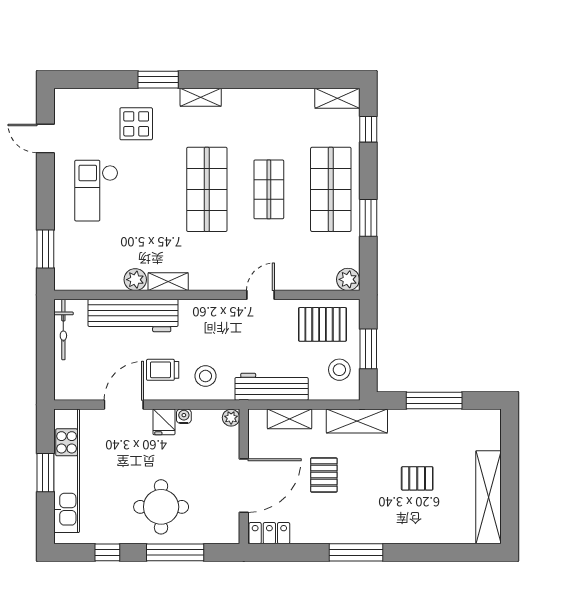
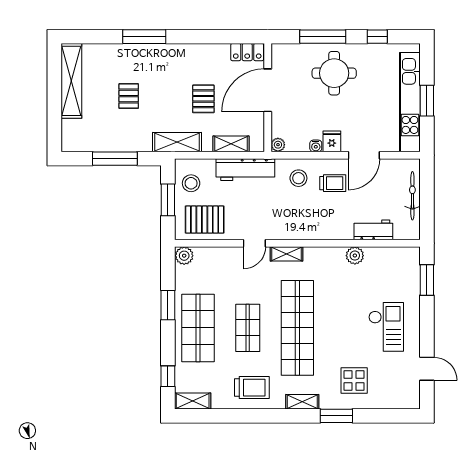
trolley: (264, 115) -> (252, 388), added
shop shelf: (207, 189) -> (297, 328), width x1.40
shelving: (168, 282) -> (286, 254), moved
workbench: (133, 316) -> (373, 230), width x0.53, depth x0.76
bicycle: (63, 330) -> (412, 196), moved
pallet: (417, 478) -> (129, 96), turned 90
window: (356, 552) -> (144, 37), moved

